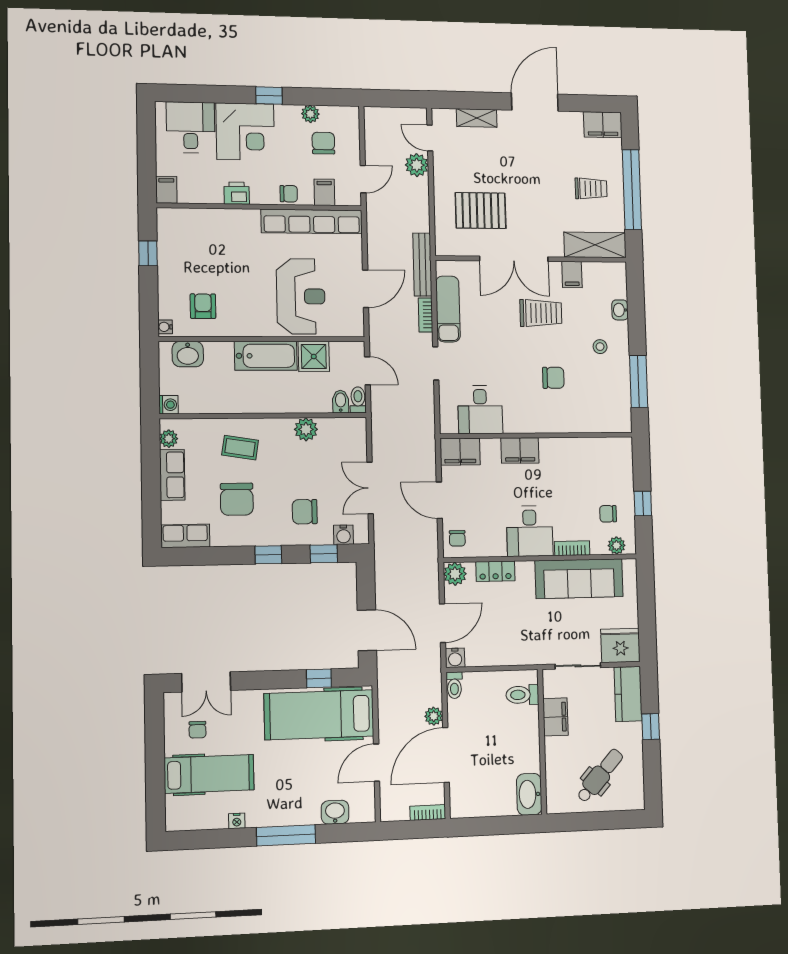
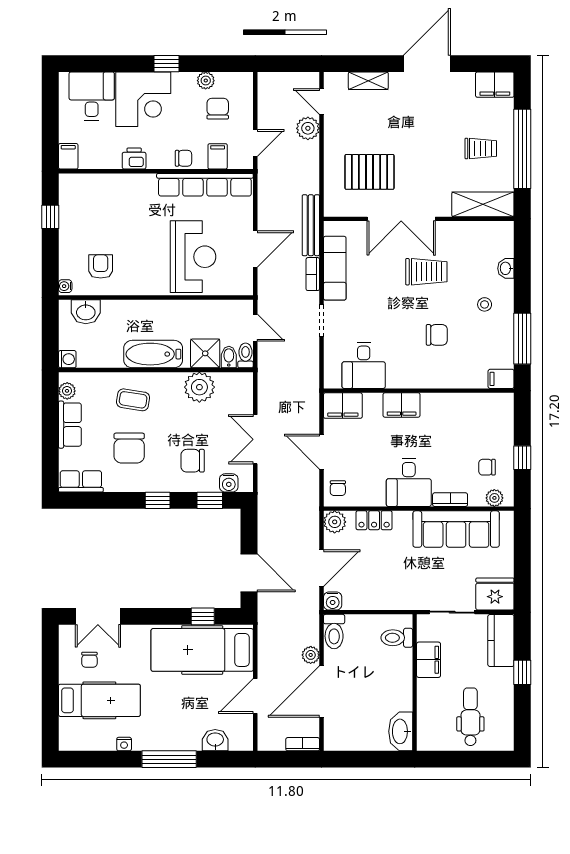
filing cabinet: (572, 275) -> (501, 379), moved, turned 90
bathtub: (266, 356) -> (153, 354), moved, turned 180
shower: (314, 357) -> (205, 353), moved
plant: (306, 429) -> (199, 387), width x1.36, depth x1.36
toilet: (454, 685) -> (334, 632), width x1.37, depth x1.39
dental chair: (600, 776) -> (470, 717), turned -42

